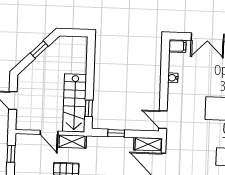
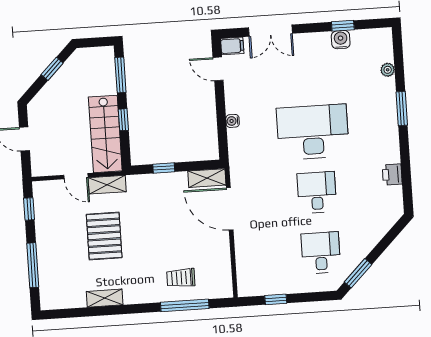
window: (90, 59) -> (120, 75), added
water cooler: (173, 78) -> (233, 121), moved
window: (89, 108) -> (123, 120), moved
door: (163, 120) -> (218, 69), moved

